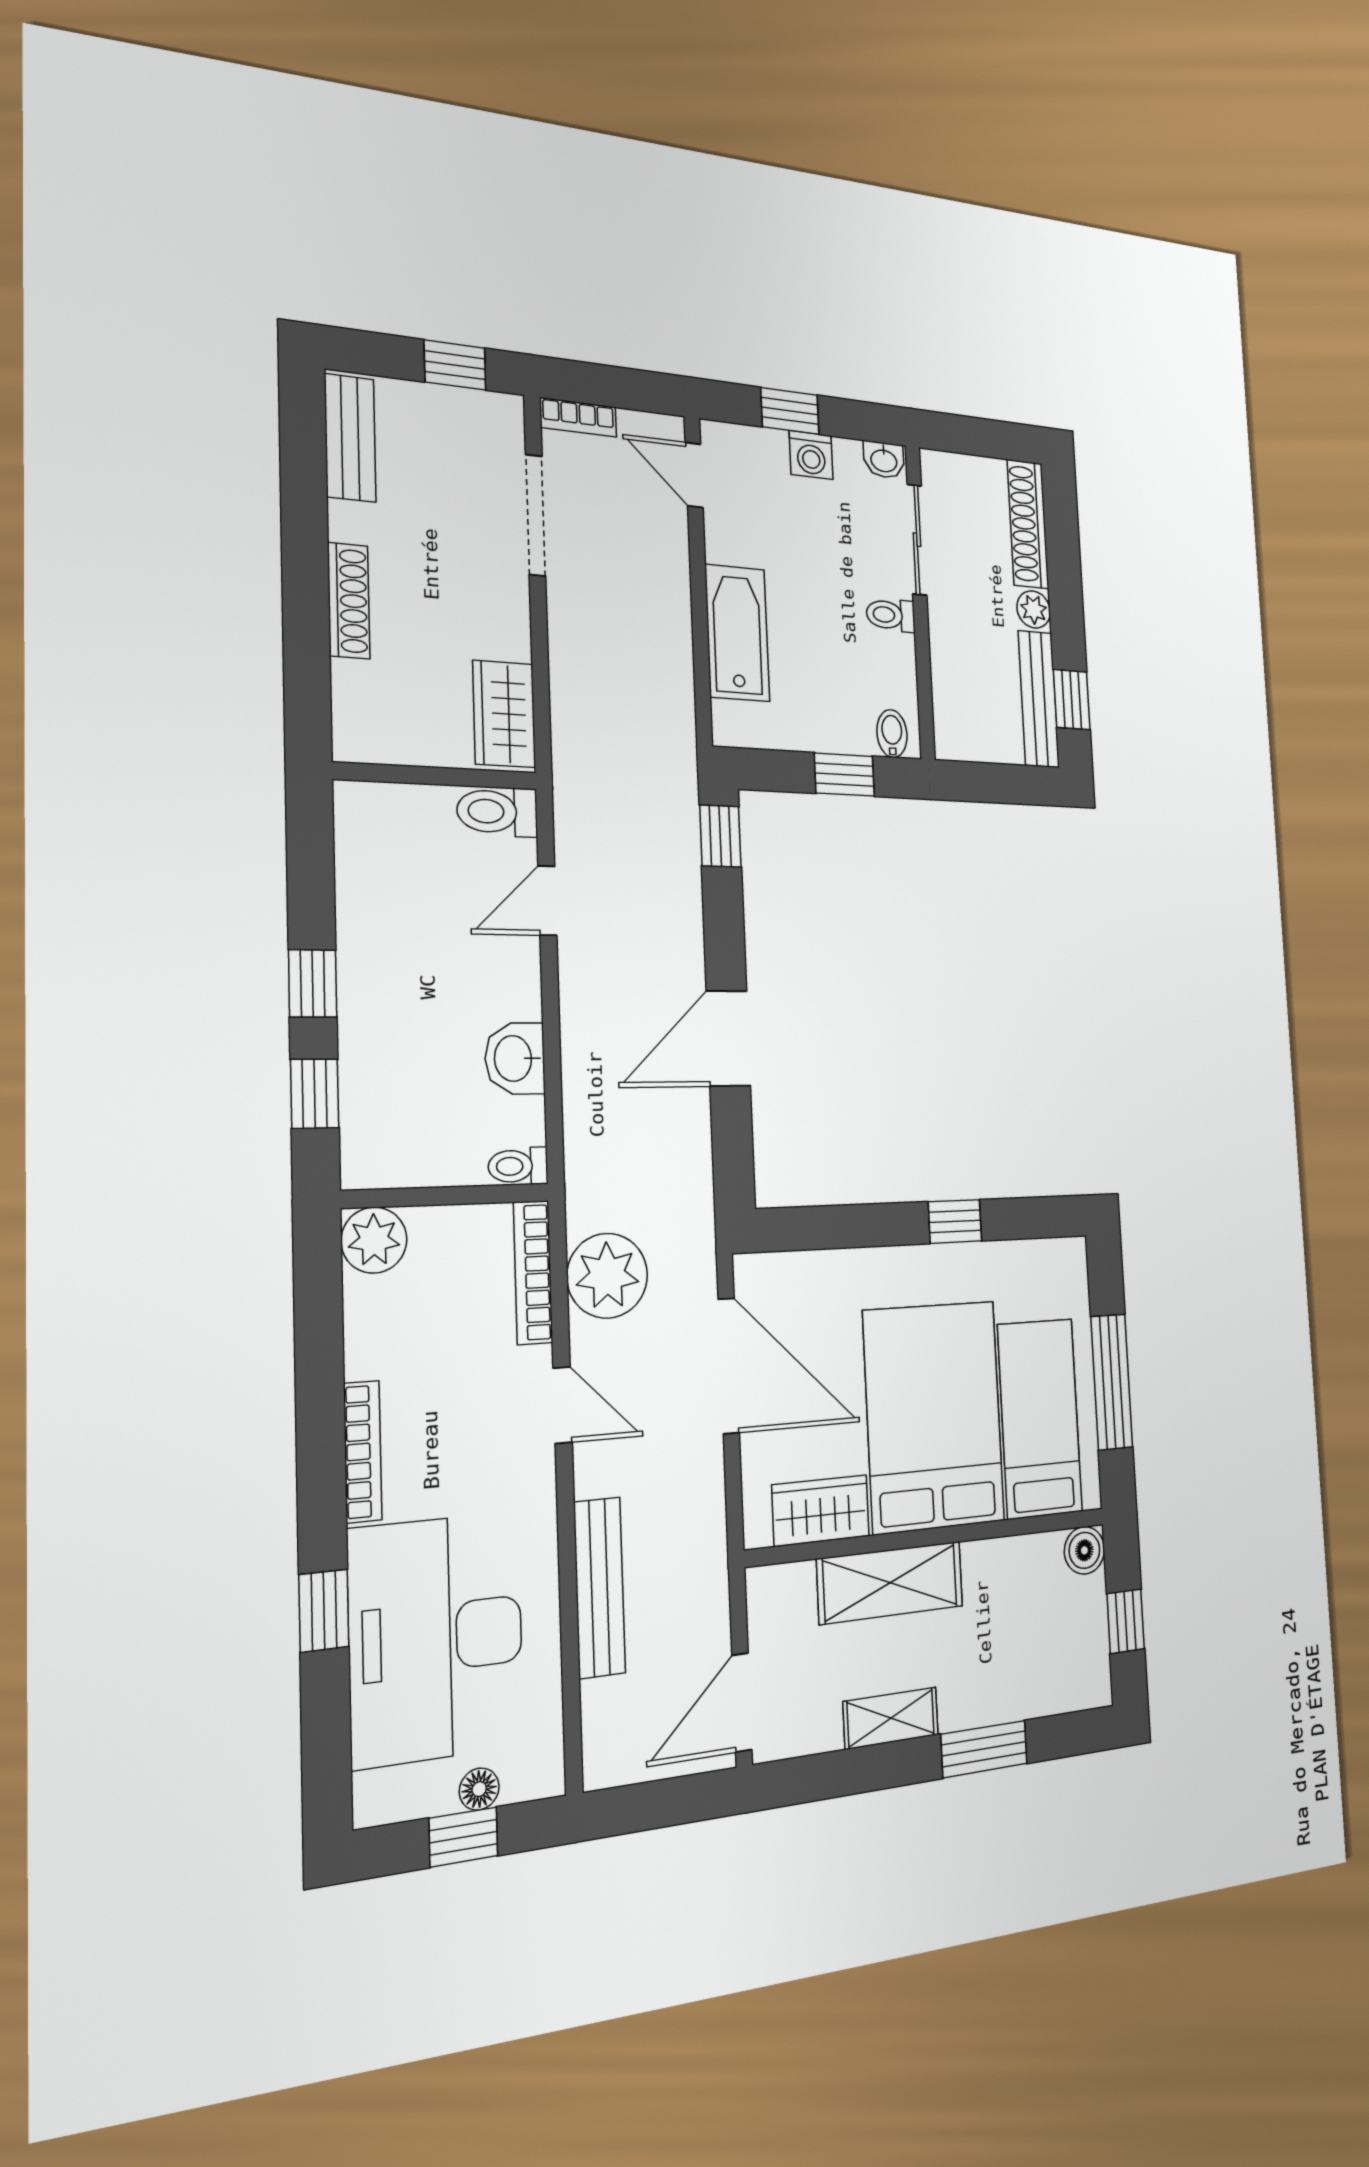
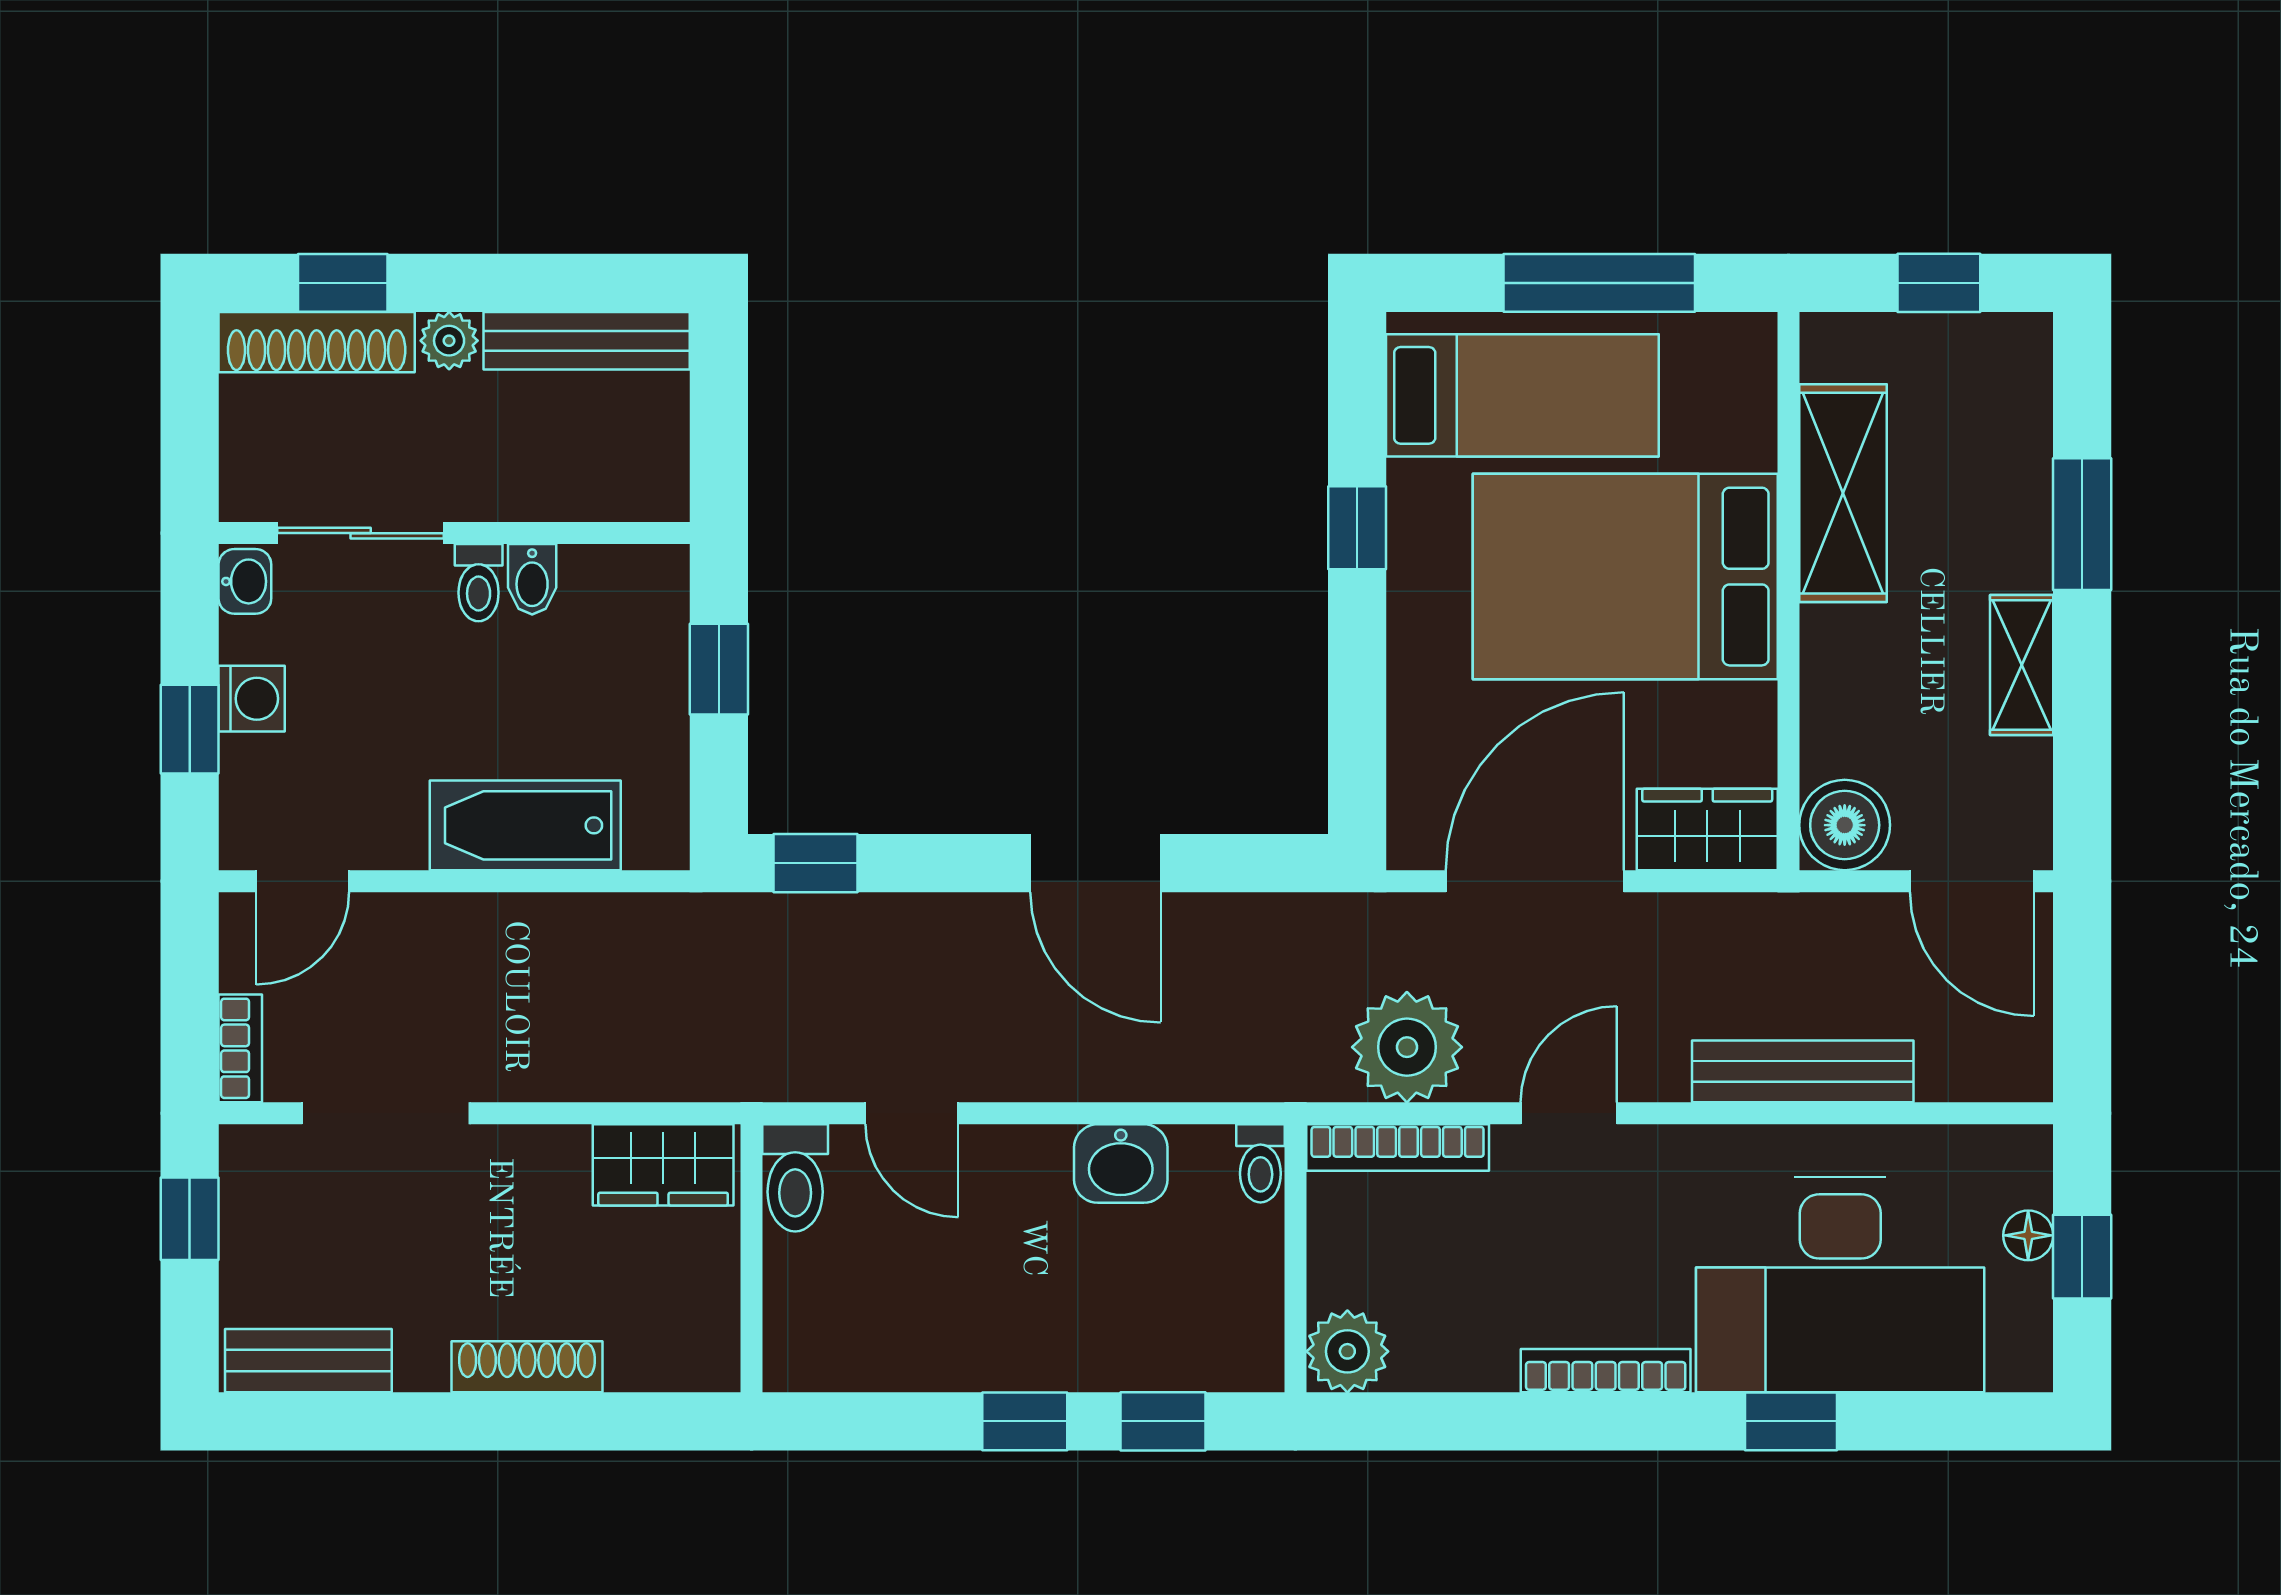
window: (1072, 700) -> (343, 283), moved
bidet: (892, 734) -> (532, 579), moved, turned -90
bed: (1040, 1418) -> (1522, 395), moved, turned 180
wardrobe: (821, 1511) -> (1707, 829), moved, turned 90
boiler: (1084, 1550) -> (1845, 825), moved, width x1.36, depth x1.36
shelving: (890, 1583) -> (1843, 493), moved

